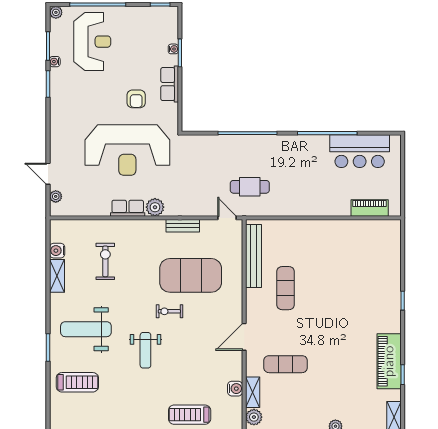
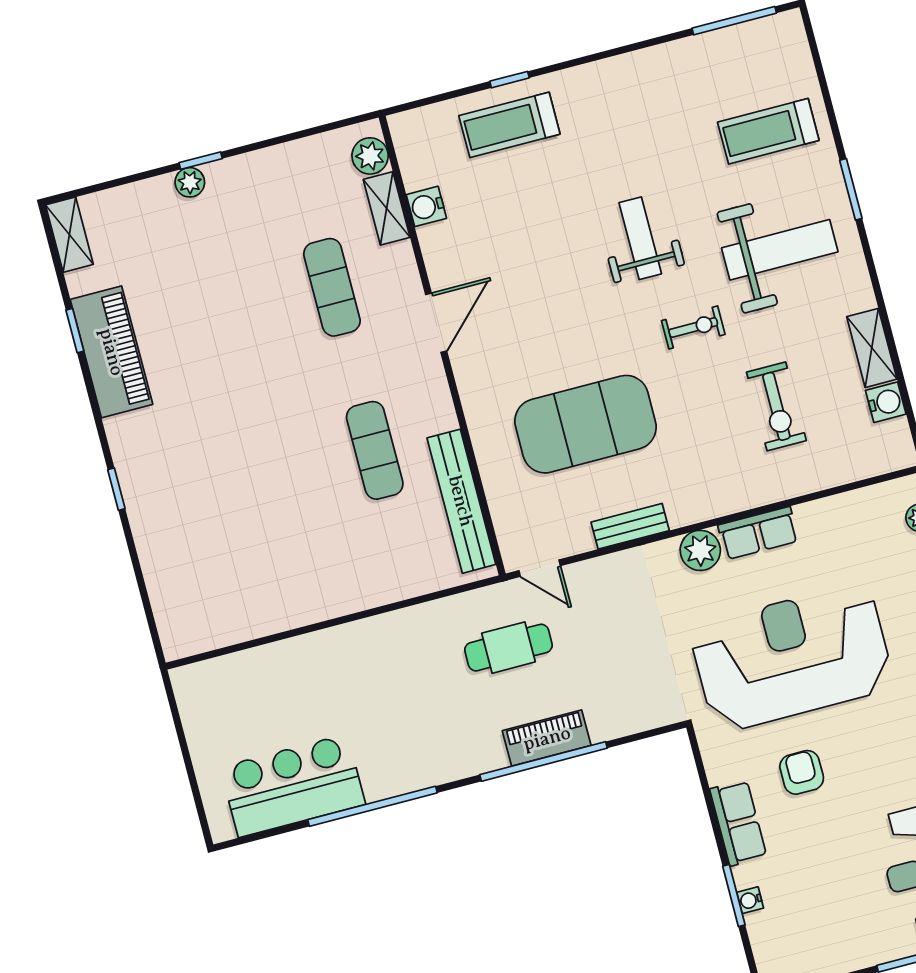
piano: (370, 208) -> (547, 738), moved, turned 180
exercise bike: (169, 311) -> (693, 327), moved
exercise mat: (286, 364) -> (332, 287), turned 90
treadmill: (190, 415) -> (509, 125), turned 180

